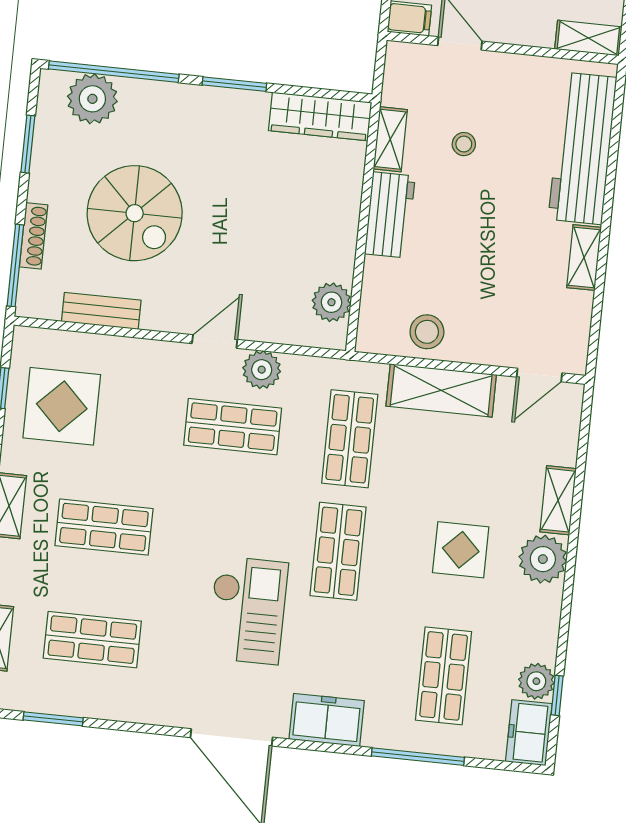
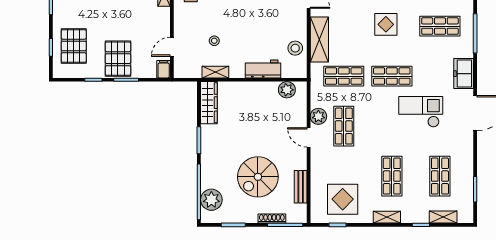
spiral stairs: (135, 213) -> (258, 177), turned 180
workbench: (390, 215) -> (263, 69), moved

